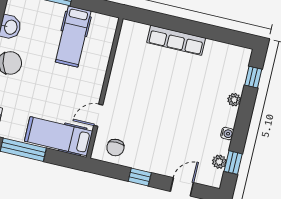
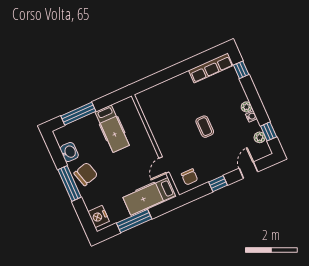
row of seats: (176, 40) -> (211, 68), moved
plant: (234, 100) -> (246, 107), moved
coffee table: (171, 107) -> (205, 127), added

